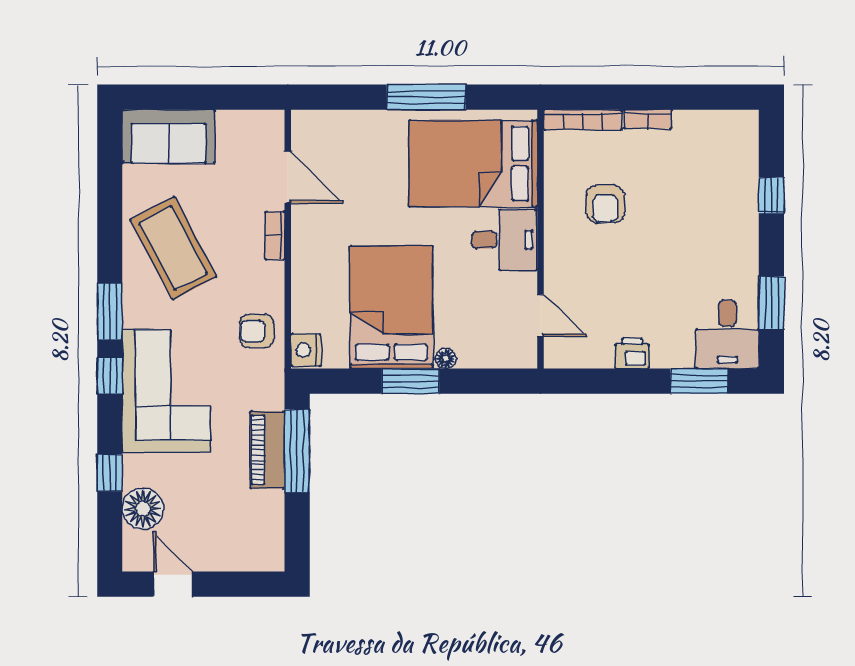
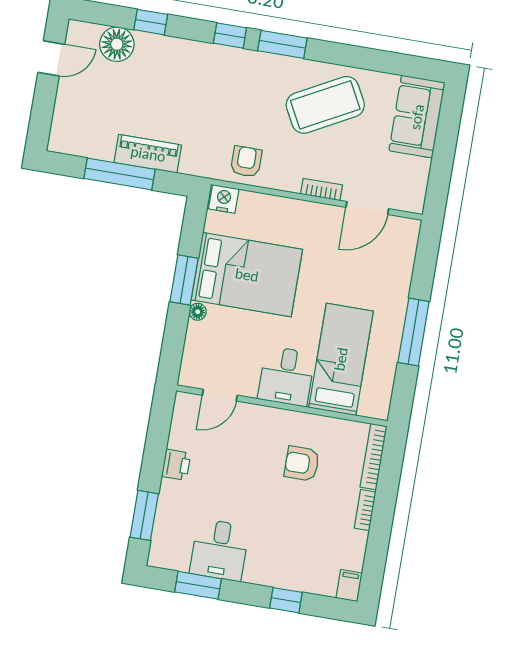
filing cabinet: (741, 123) -> (349, 586), added
bed: (473, 164) -> (341, 359), width x0.67
desk: (727, 335) -> (220, 550), moved, turned -90
corner sofa: (166, 391) -> (210, 79), removed
window: (297, 451) -> (120, 174), moved

